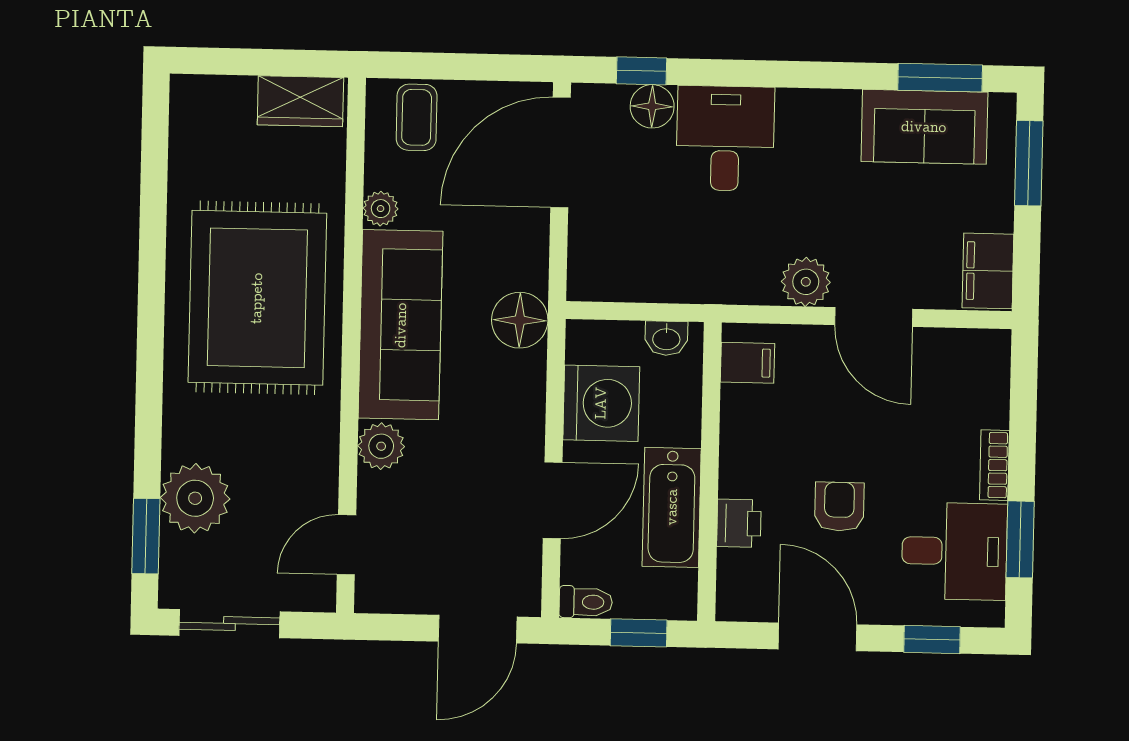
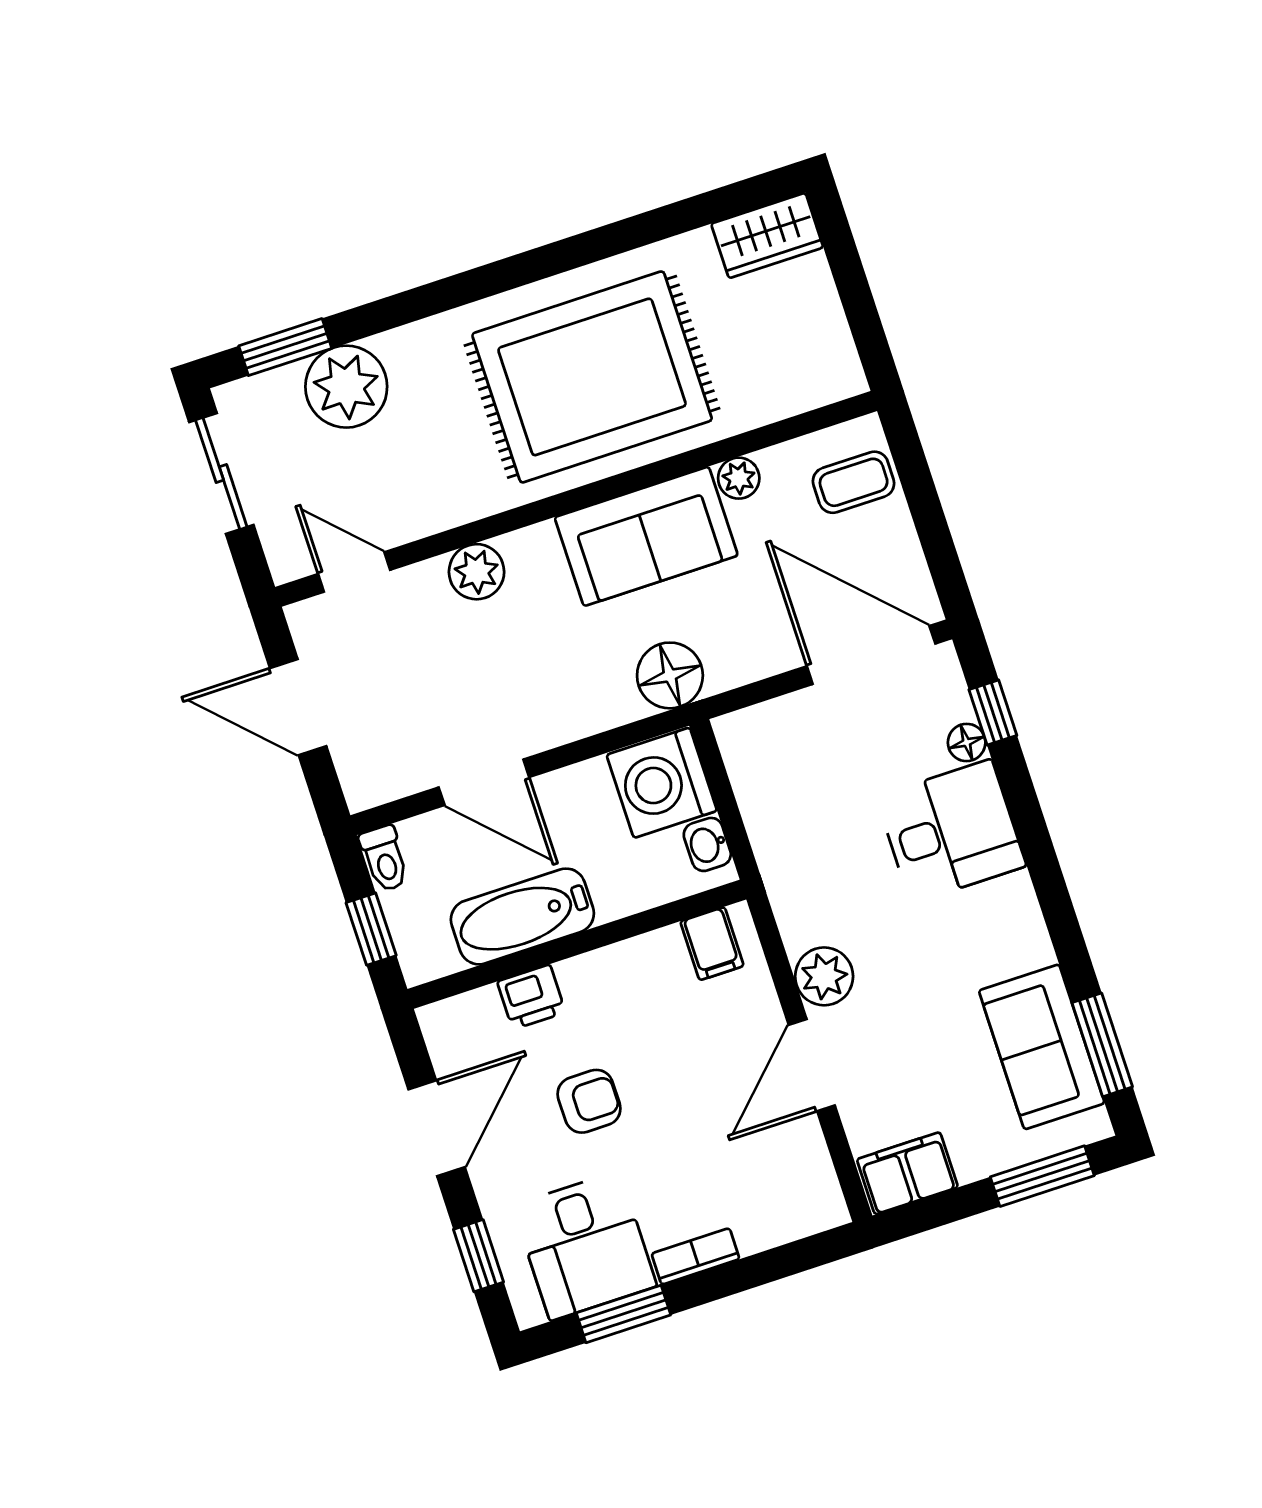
wardrobe: (300, 101) -> (767, 236), moved, turned -90
floor lamp: (652, 106) -> (967, 742), width x0.73, depth x0.73
sofa: (401, 325) -> (646, 536), width x0.73
washing machine: (601, 403) -> (662, 783), moved, turned 90
door: (478, 629) -> (298, 707), moved

